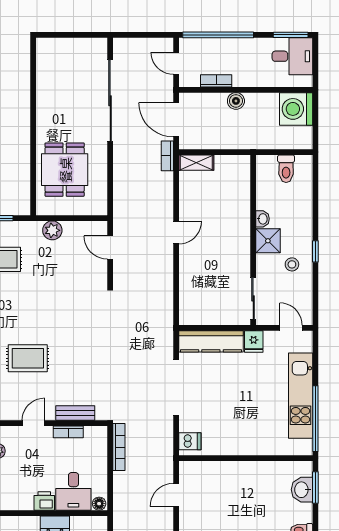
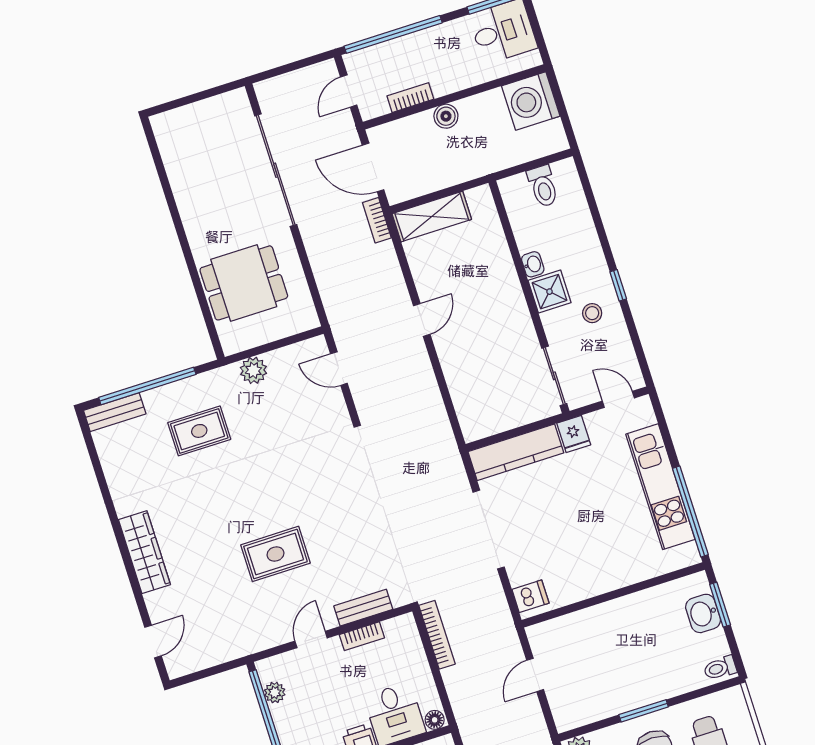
door: (176, 63) -> (349, 91), hinge flipped
shelving: (196, 163) -> (432, 217), width x1.50, depth x1.33
dining table: (65, 170) -> (244, 283), turned 90

